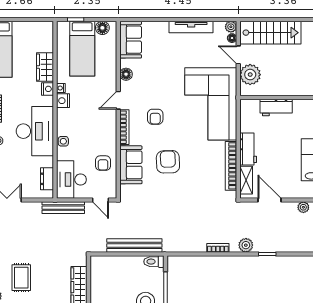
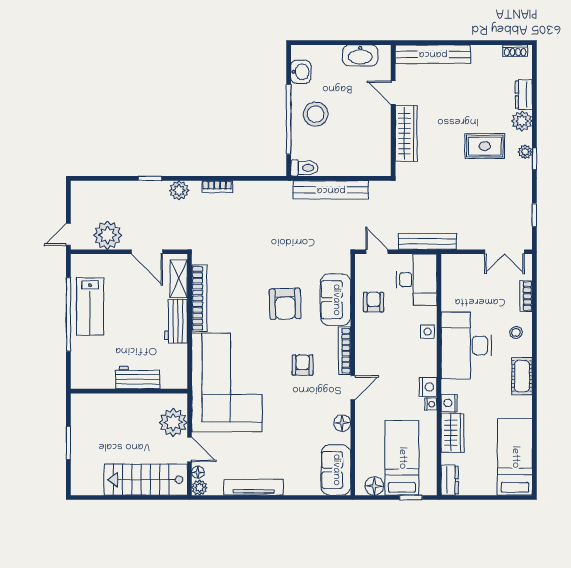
dresser: (47, 179) -> (450, 480), moved
plant: (303, 207) -> (108, 235), width x1.88, depth x1.88
rug: (21, 278) -> (485, 146), turned 90

